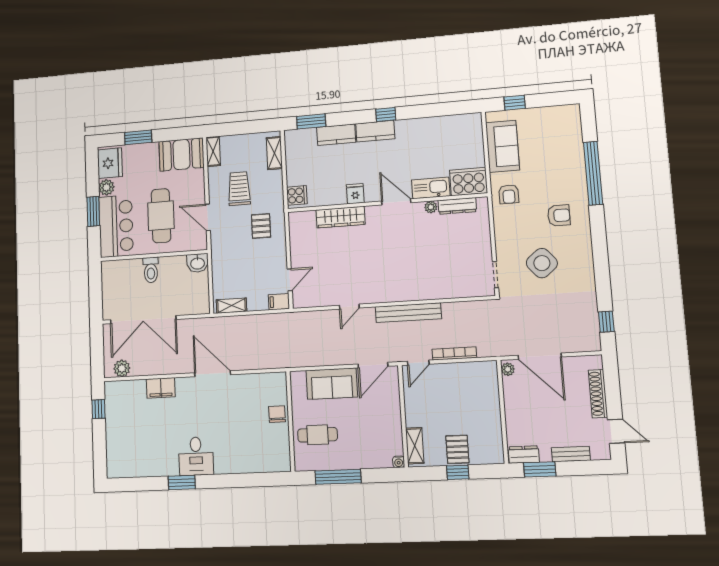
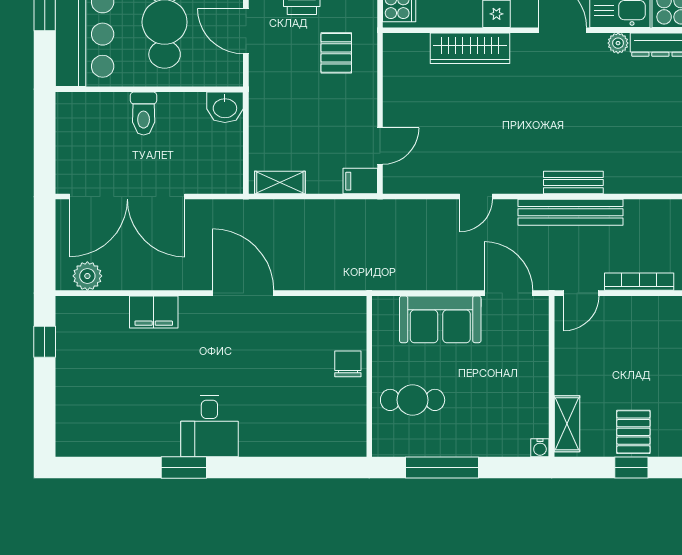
bench: (409, 294) -> (573, 183), added
door: (373, 365) -> (509, 293), swing flipped

